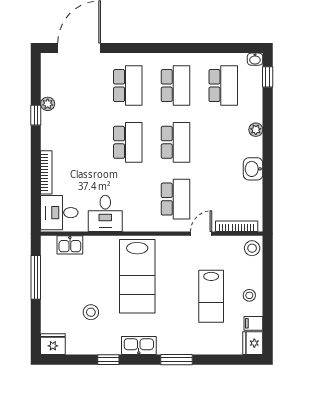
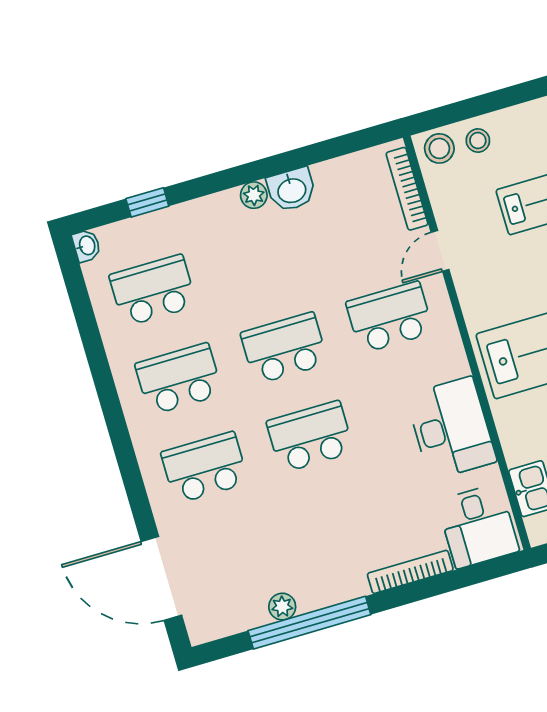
window: (268, 77) -> (147, 202), moved
window: (36, 115) -> (309, 623), width x3.17
plant: (256, 130) -> (254, 195), moved
desk: (105, 213) -> (451, 428), width x1.37
door: (201, 234) -> (440, 251), hinge flipped
stool: (249, 295) -> (478, 141), moved

